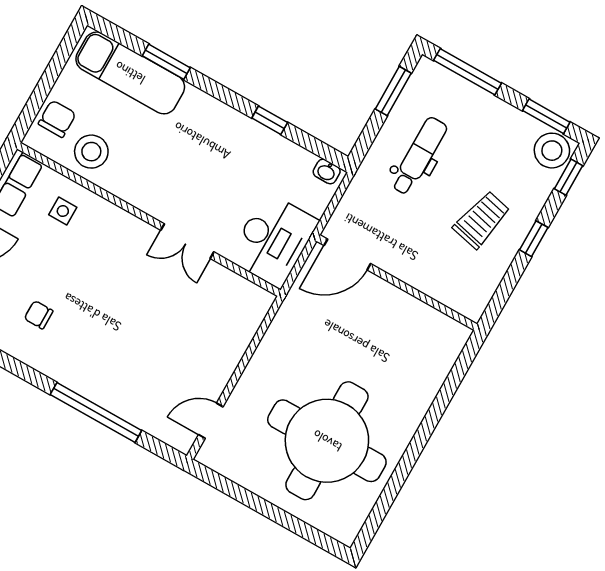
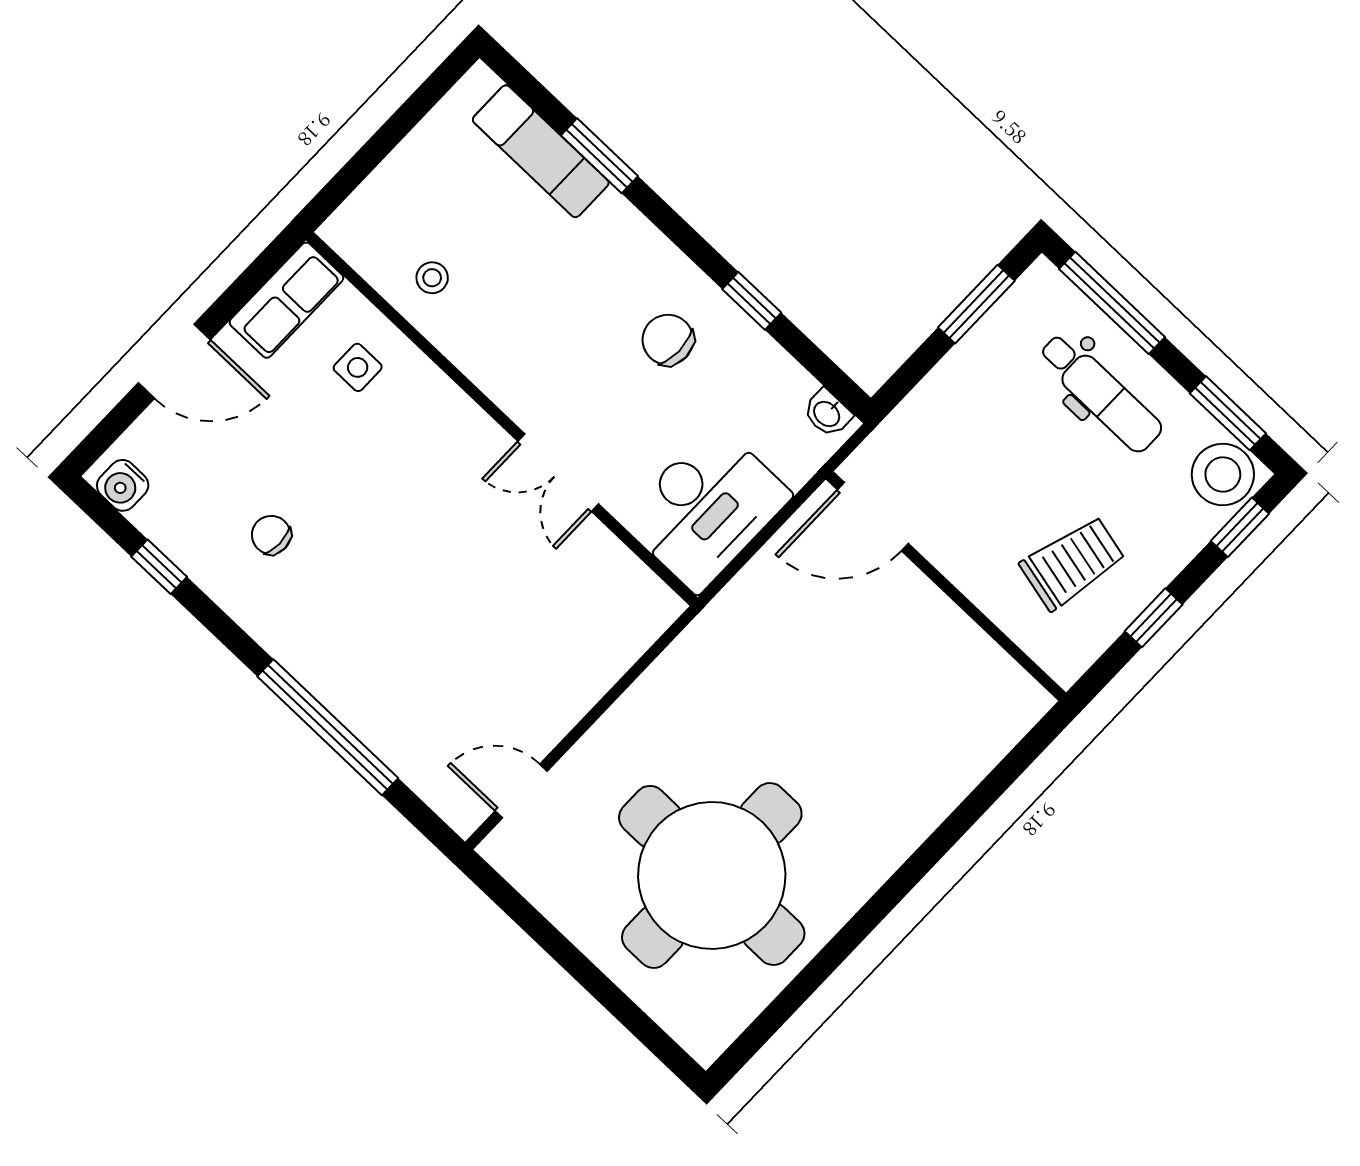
exam couch: (130, 73) -> (541, 151), width x0.73, depth x0.69
chair: (57, 119) -> (668, 340), moved, turned -90
stool: (91, 152) -> (432, 278), width x0.53, depth x0.53
dental chair: (419, 156) -> (1100, 393), moved, turned 90
door: (347, 255) -> (873, 517), moved
wall: (397, 283) -> (946, 586), moved

